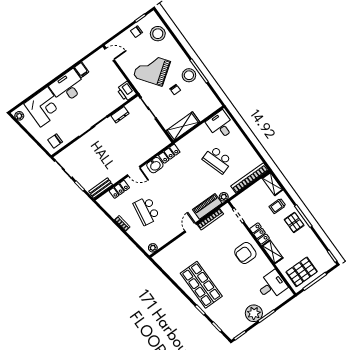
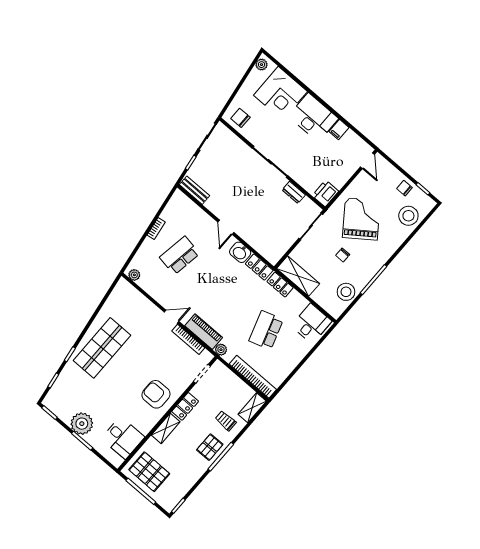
stool: (189, 75) -> (346, 292), moved
locker: (119, 189) -> (280, 285), moved

